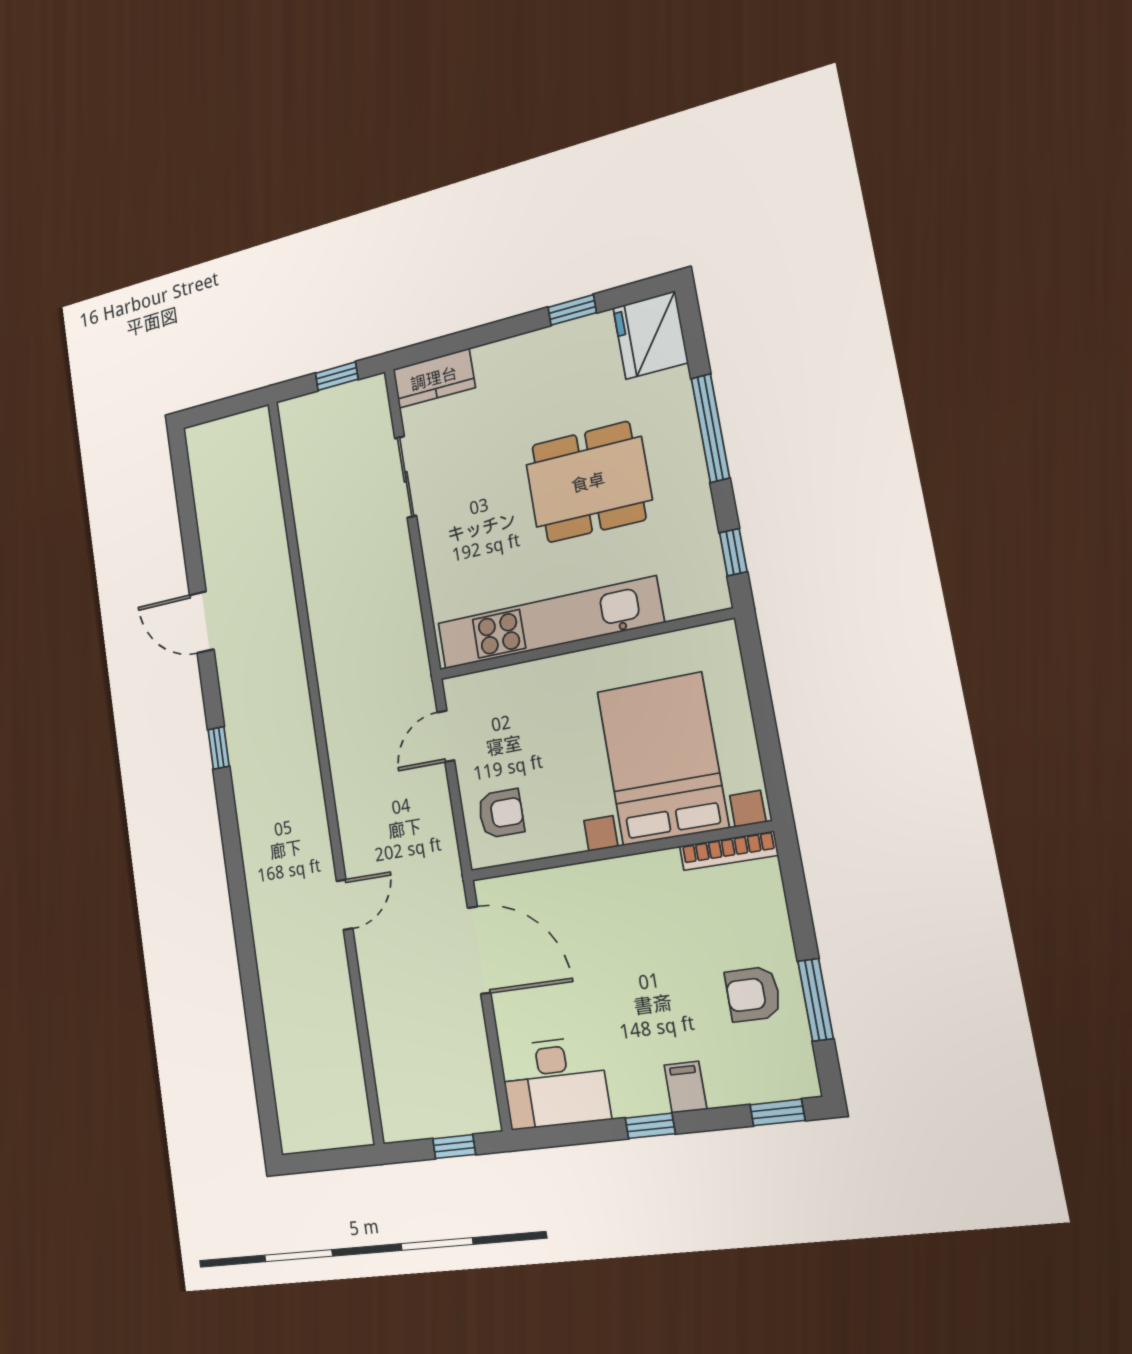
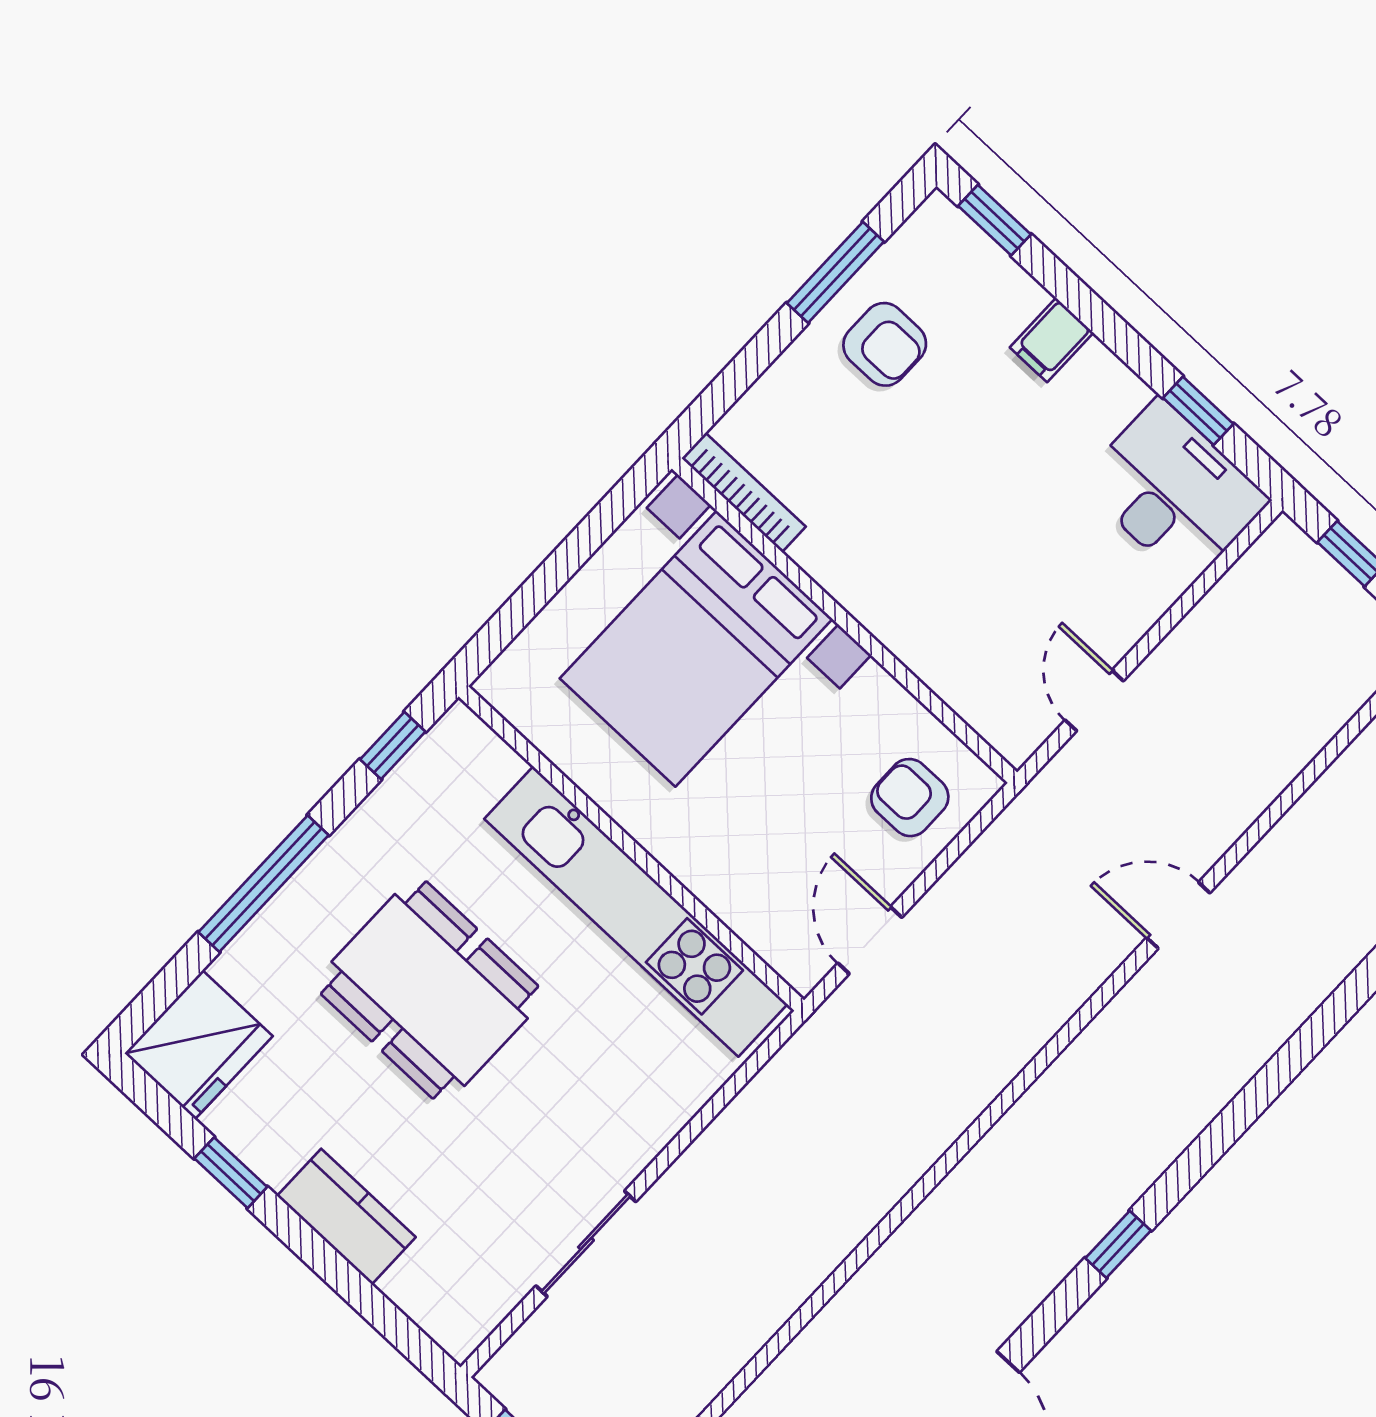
kitchen counter: (434, 378) -> (346, 1217), moved
door: (446, 736) -> (870, 940), swing flipped
door: (479, 950) -> (1094, 700), width x0.53
window: (650, 1126) -> (1198, 411), moved

